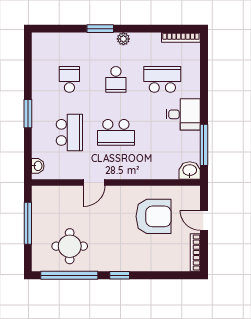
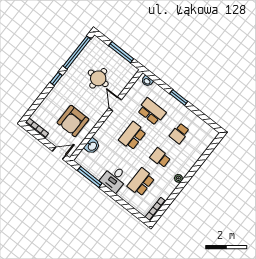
window: (100, 29) -> (193, 171), removed
school desk: (69, 79) -> (179, 133), turned 90
school desk: (162, 79) -> (141, 182), turned 180
school desk: (69, 132) -> (152, 112), turned 180
washbasin: (190, 171) -> (92, 146), moved
door: (204, 220) -> (59, 153), moved
round table: (70, 246) -> (98, 78), moved

